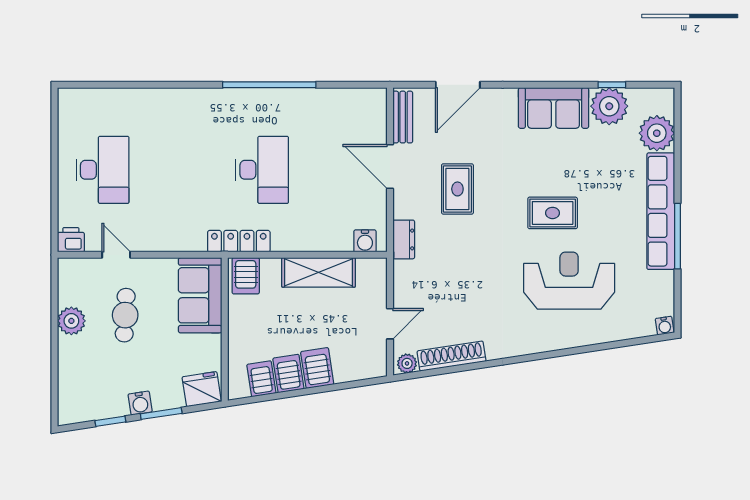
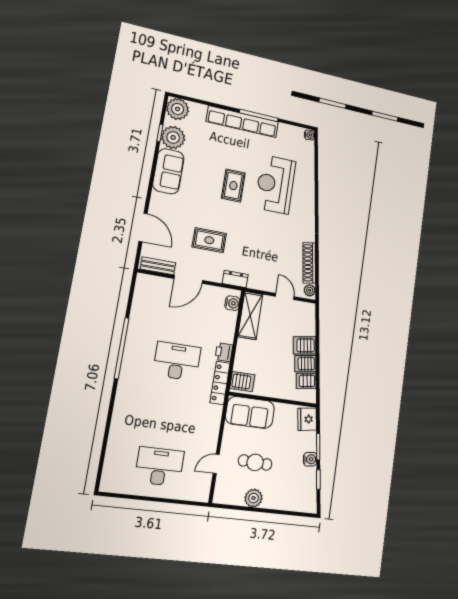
plant: (657, 133) -> (178, 109), moved
printer: (71, 240) -> (224, 352), moved
shelving: (319, 272) -> (250, 316), moved

